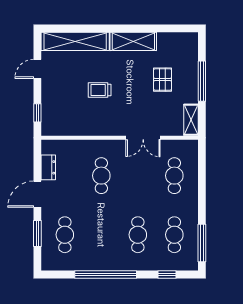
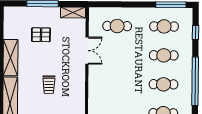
cafe table: (101, 176) -> (164, 84), moved

